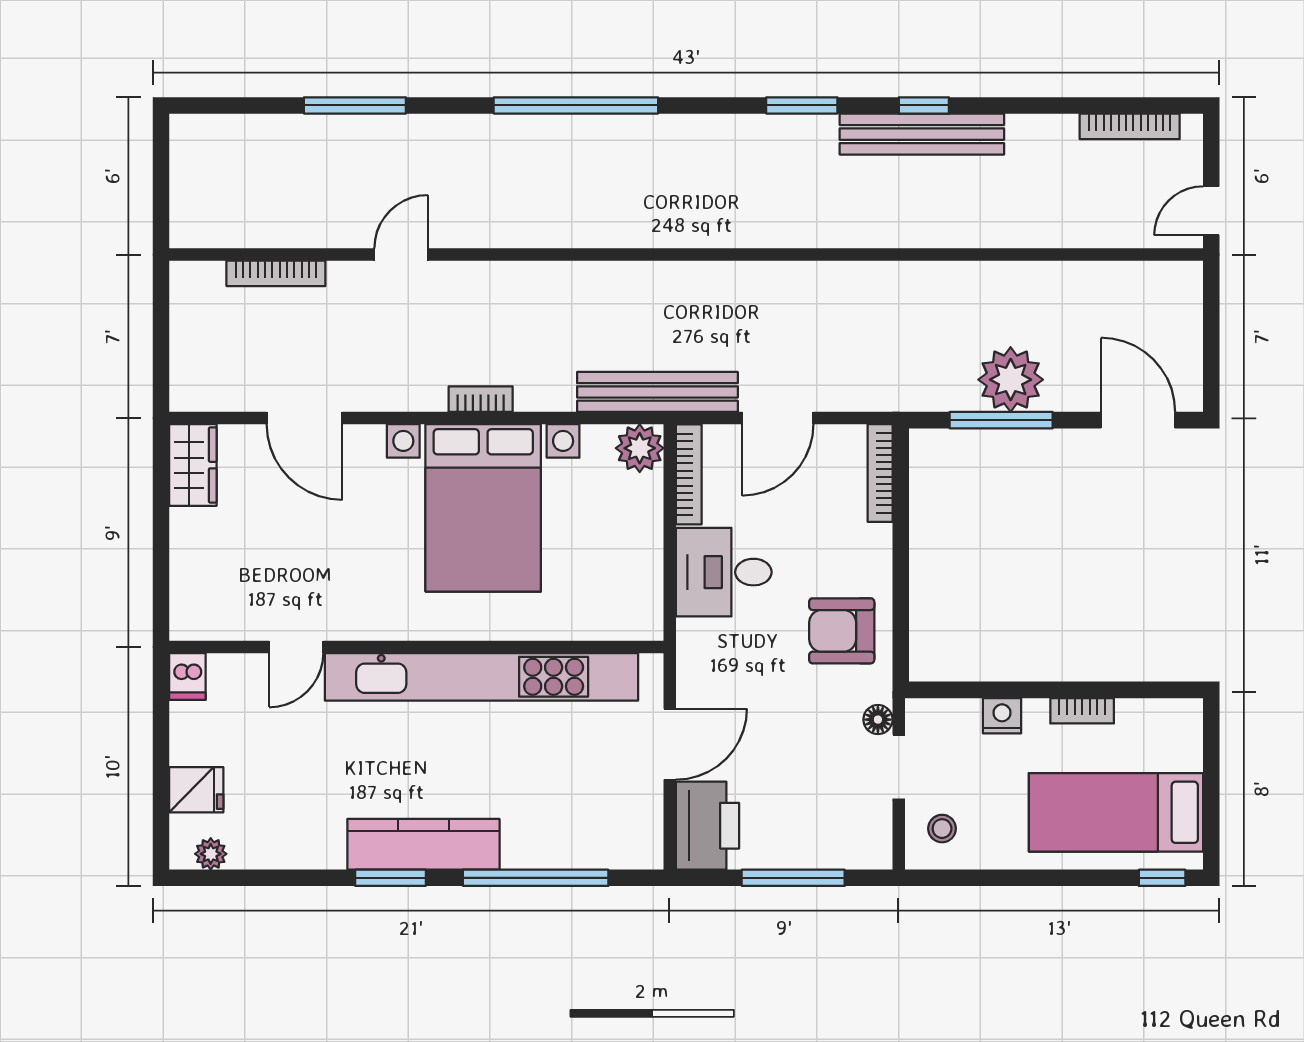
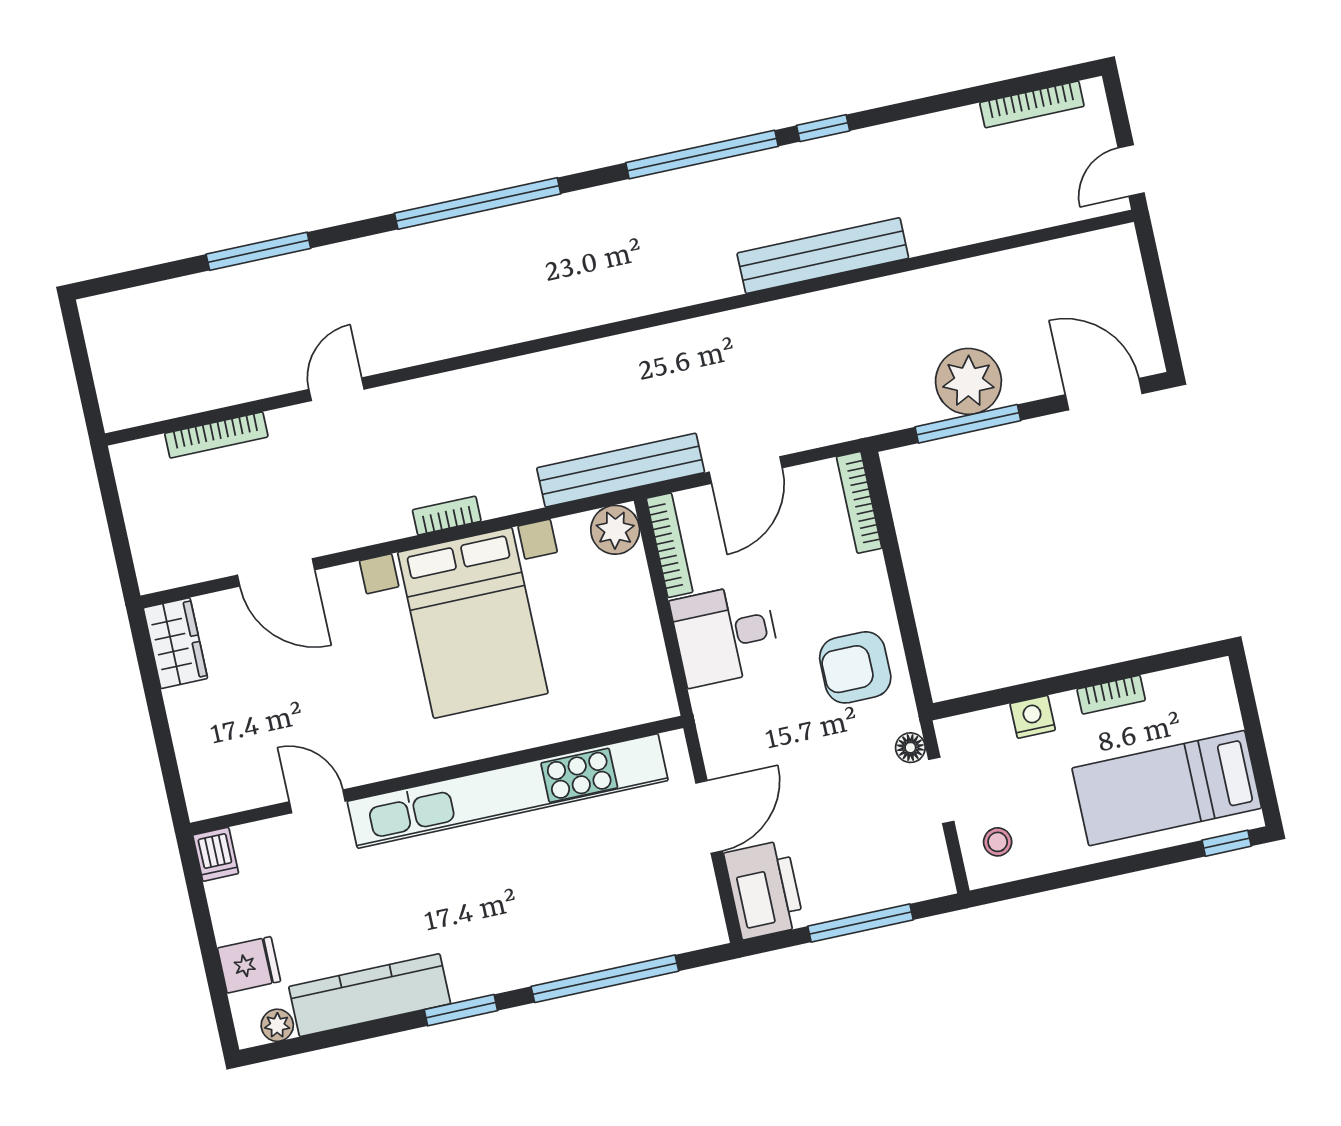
window: (802, 105) -> (702, 155), width x2.11
bench: (922, 134) -> (823, 256), moved
door: (296, 647) -> (317, 801), swing flipped
kitchen counter: (423, 844) -> (370, 995), moved

